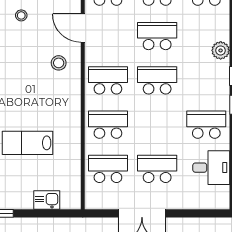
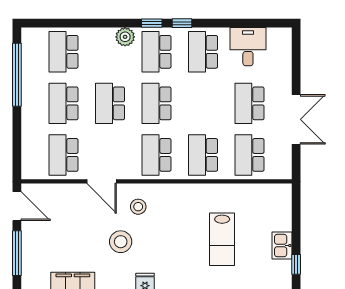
stool: (21, 15) -> (121, 242), moved, width x1.89, depth x1.89
door: (83, 28) -> (102, 181), hinge flipped
school desk: (206, 80) -> (156, 52), added
kitchen sink: (47, 200) -> (282, 246), moved

